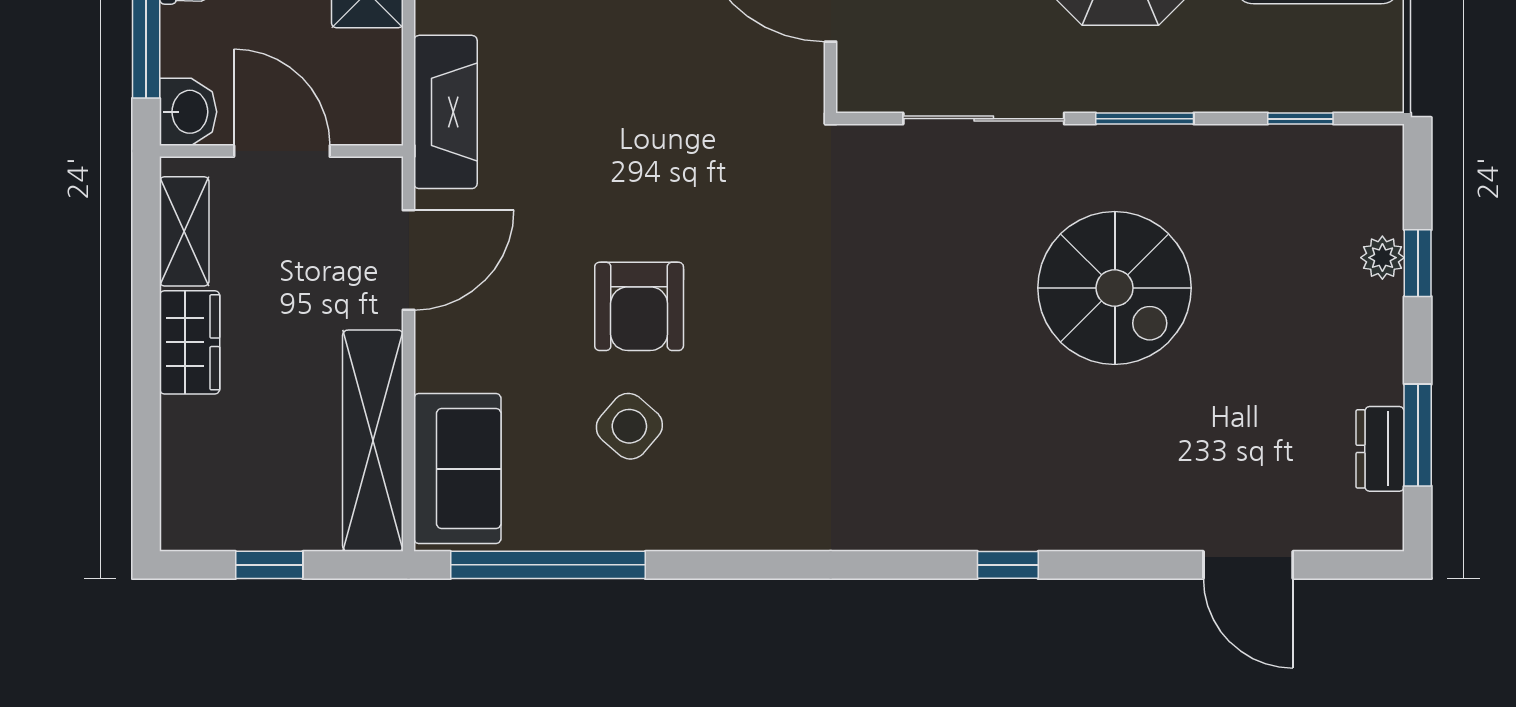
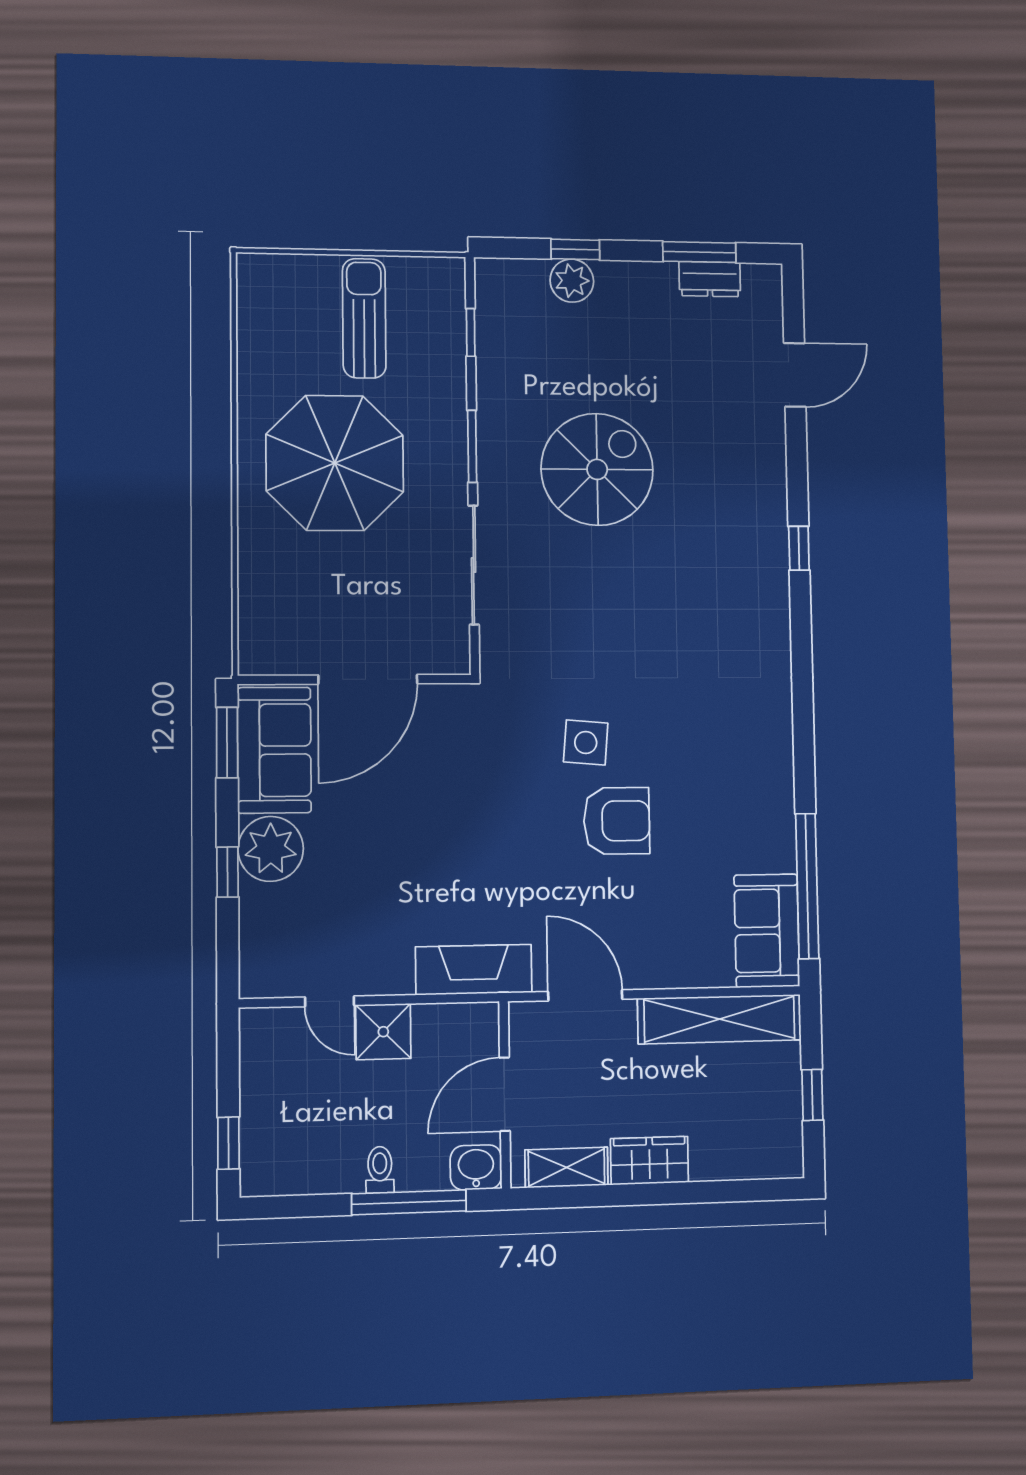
plant: (1382, 258) -> (572, 281), width x1.38, depth x1.38
side table: (629, 426) -> (586, 742), moved, turned -36
sofa: (457, 469) -> (767, 931), moved, turned -90

